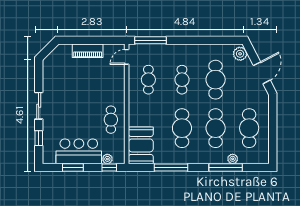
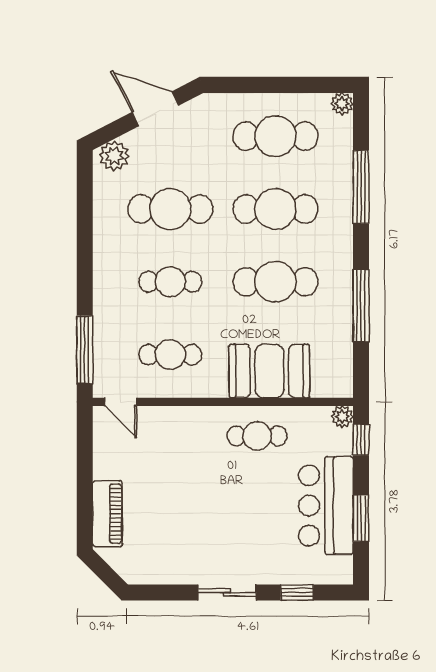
piano: (88, 51) -> (107, 514), moved
booth: (141, 145) -> (269, 371), moved
plant: (107, 159) -> (342, 417), moved
plant: (233, 159) -> (342, 104), moved

